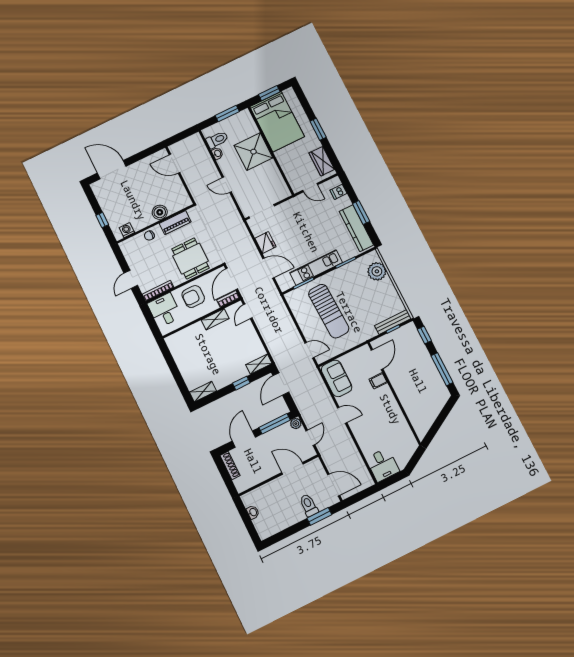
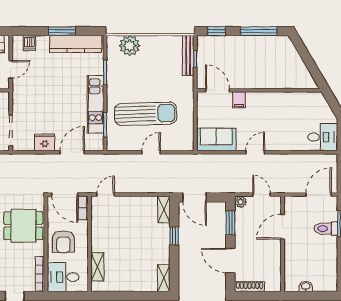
door: (248, 311) -> (106, 195), swing flipped
shelving: (215, 319) -> (97, 267), moved
door: (310, 350) -> (151, 152), moved
window: (275, 424) -> (230, 223), width x0.69

